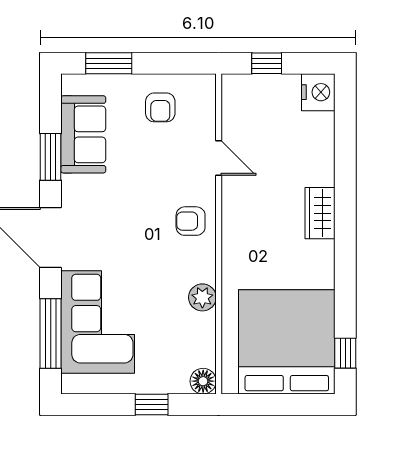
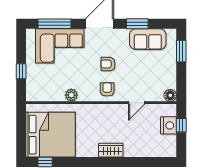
nightstand: (318, 92) -> (168, 125), moved, turned -90
armchair: (160, 107) -> (108, 64), moved
floor lamp: (203, 381) -> (170, 95), moved

